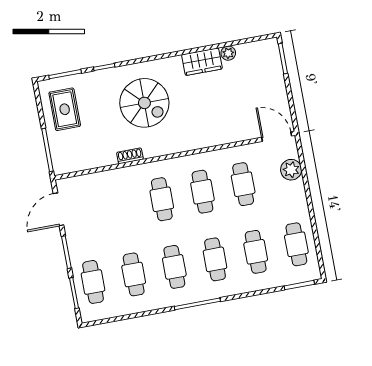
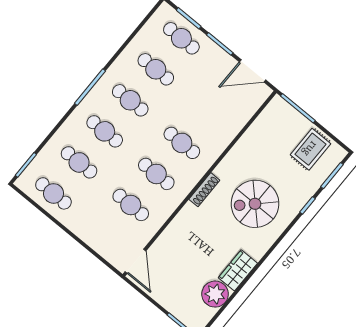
plant: (228, 53) -> (215, 294), width x1.87, depth x1.87
rug: (65, 109) -> (310, 149), turned 90
door: (277, 137) -> (135, 261), hinge flipped
shoe rack: (130, 156) -> (204, 190), moved, width x1.43
plant: (291, 170) -> (104, 246), removed
door: (58, 209) -> (253, 71), swing flipped

